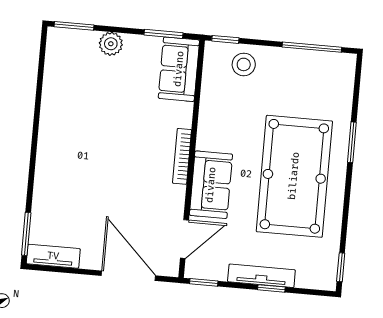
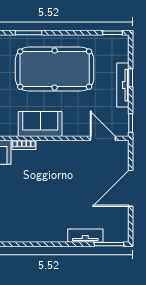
bookcase: (182, 156) -> (24, 145), moved, width x0.64
sofa: (211, 185) -> (40, 124), moved
tv unit: (53, 256) -> (85, 236), moved, turned 90
door: (128, 276) -> (131, 188), moved

